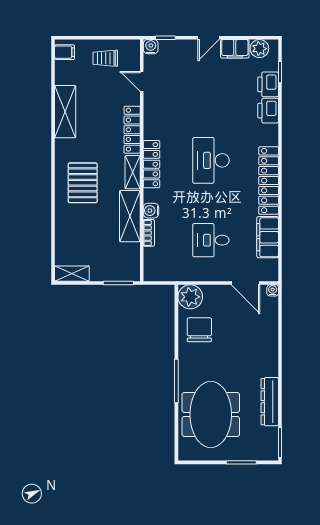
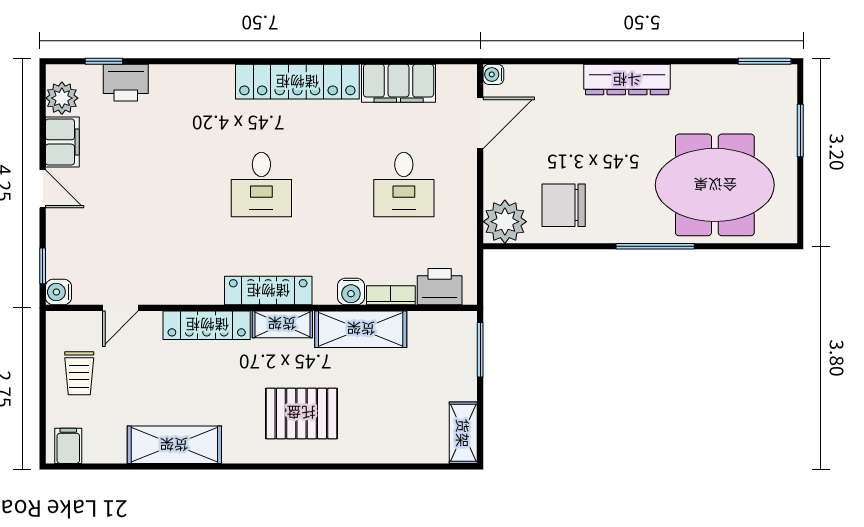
printer: (268, 111) -> (440, 287), moved, turned 180
desk: (211, 160) -> (261, 185), width x0.73
dresser: (270, 402) -> (627, 80), moved

